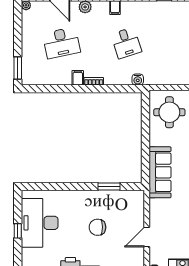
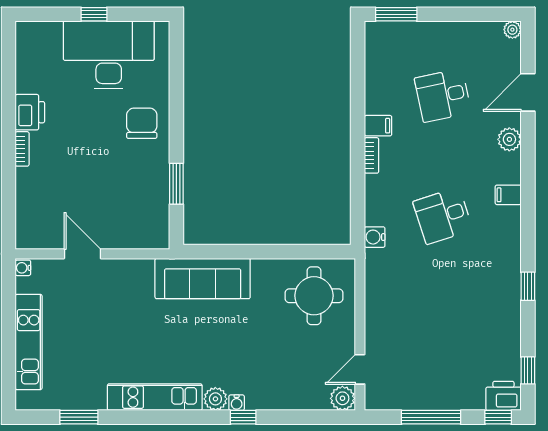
desk: (61, 43) -> (443, 95), width x0.73
chair: (98, 227) -> (142, 123), moved

